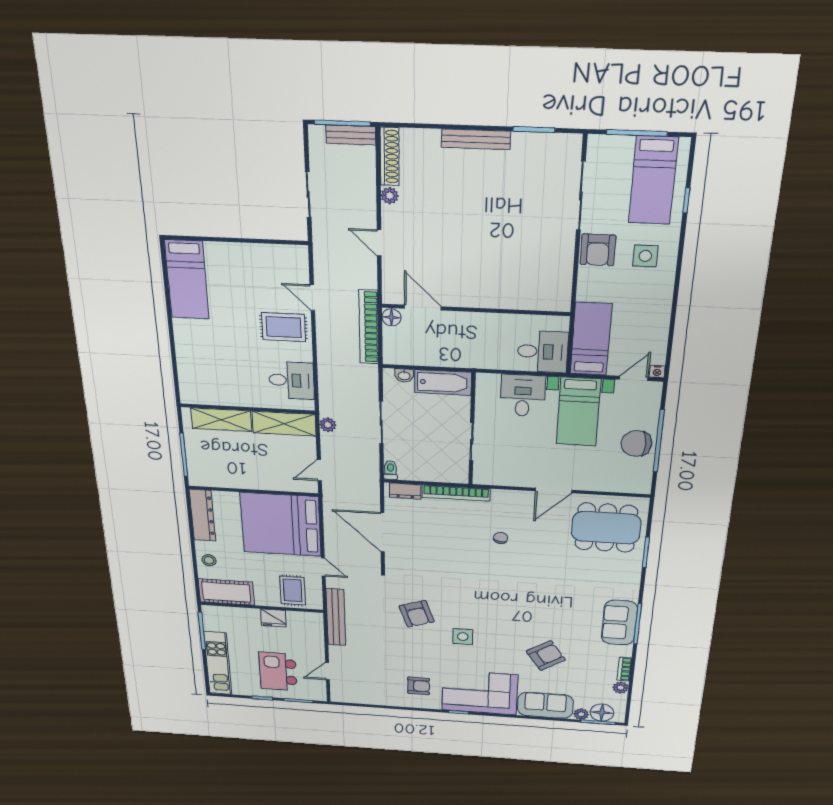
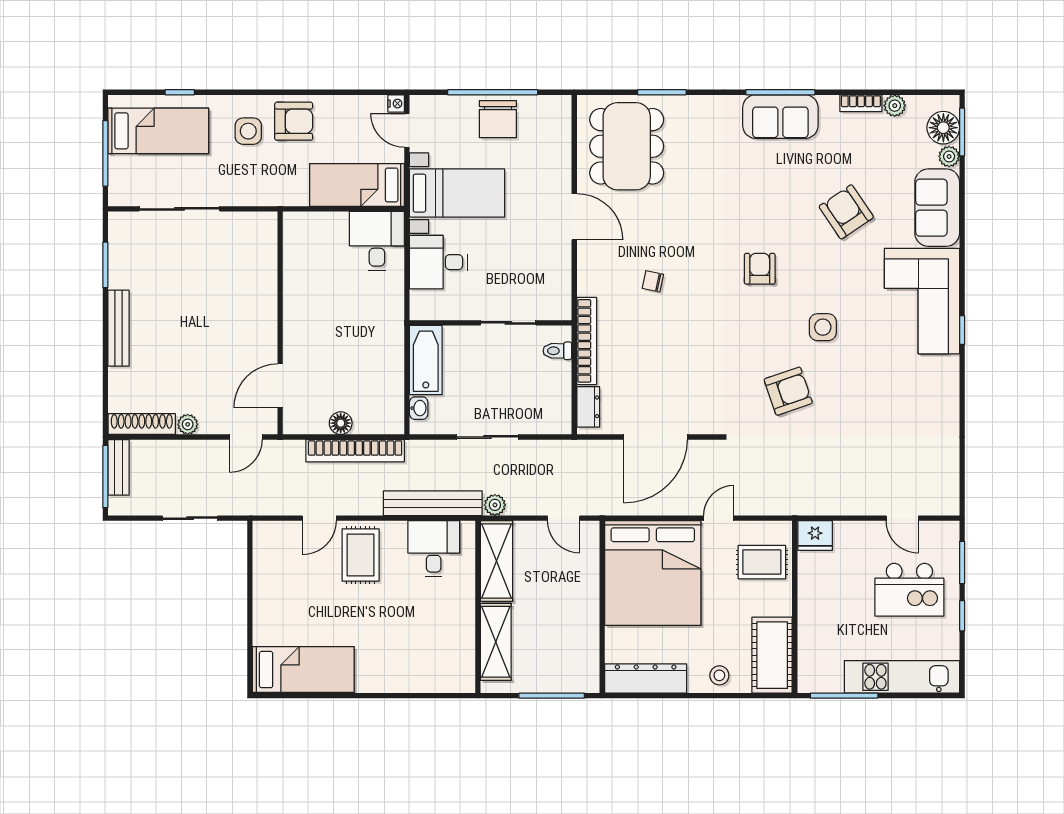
armchair: (598, 250) -> (294, 121), moved
door: (423, 308) -> (280, 386), moved
wall: (476, 310) -> (280, 323), moved
toilet: (391, 470) -> (557, 351), moved
bench: (336, 617) -> (433, 503), moved
fridge: (273, 618) -> (815, 536), moved, turned 90
armchair: (419, 686) -> (760, 269), moved

